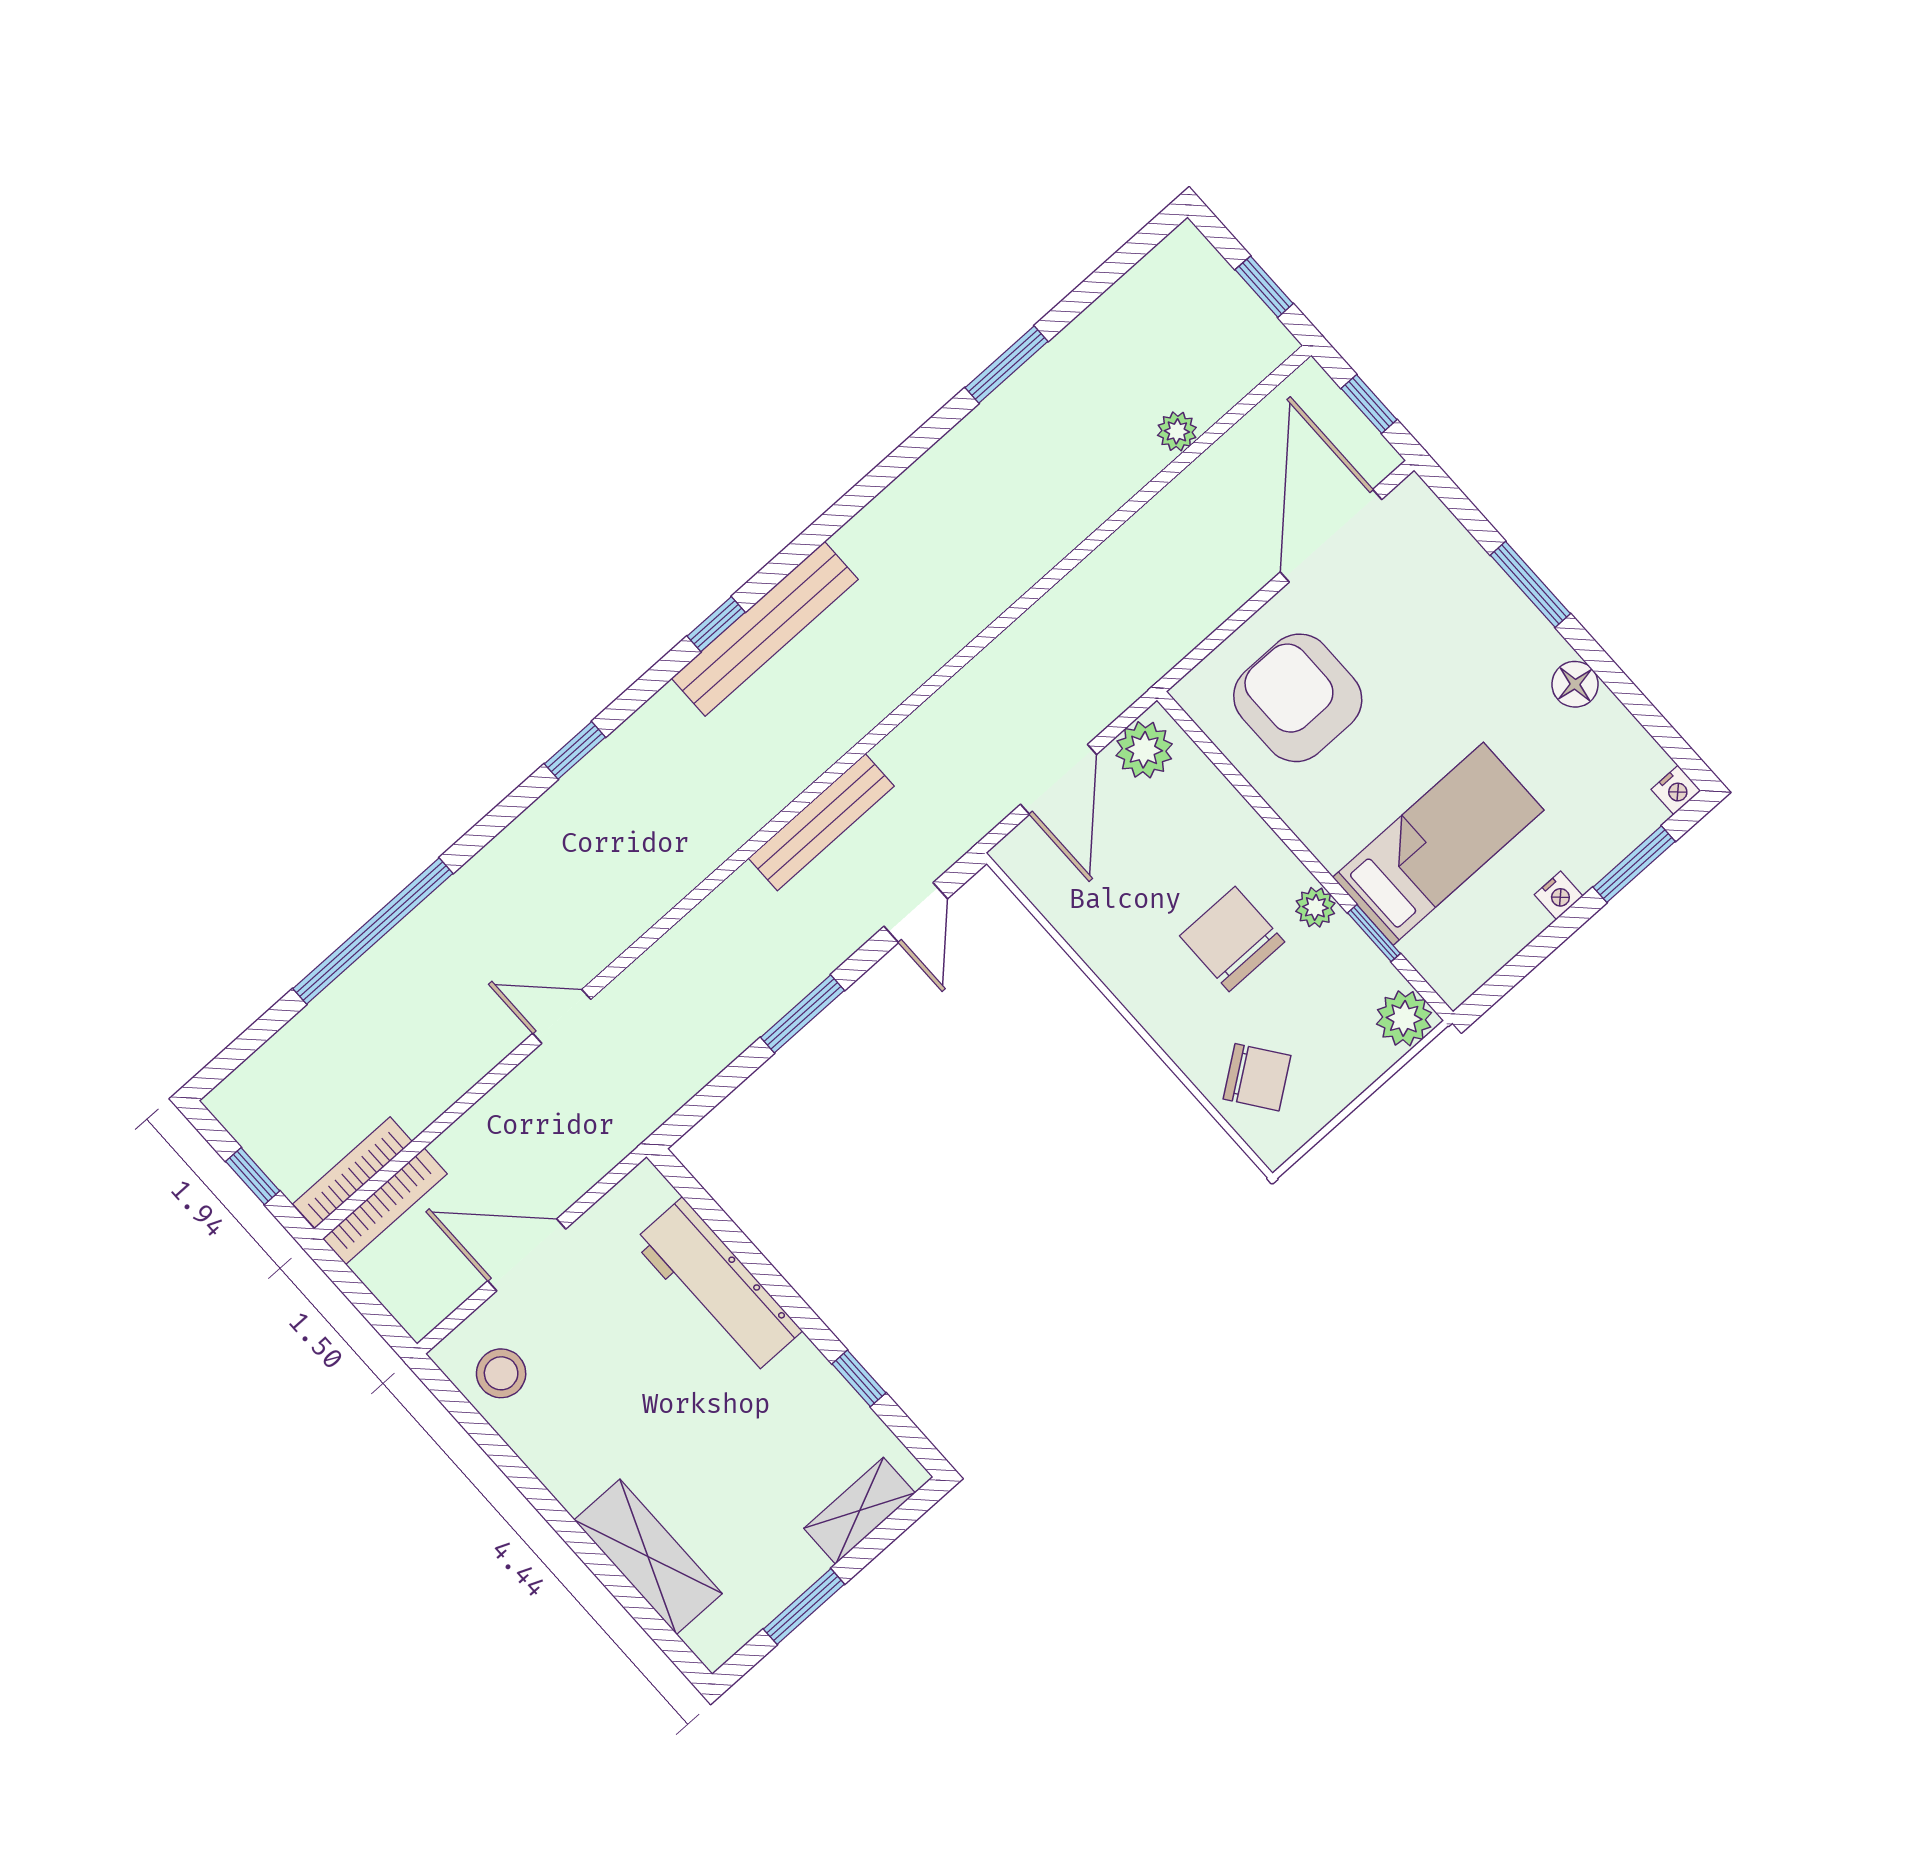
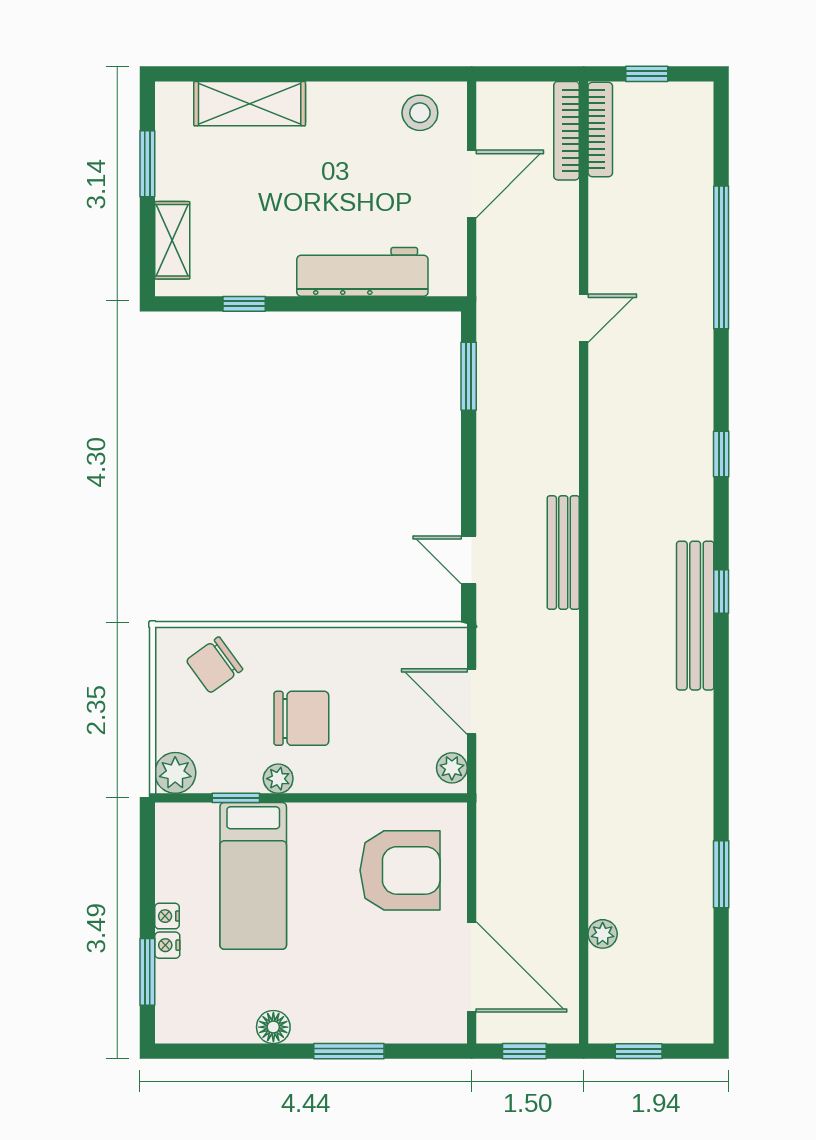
plant: (1144, 750) -> (452, 768), width x0.73, depth x0.73
nightstand: (1676, 790) -> (167, 945), moved
window: (802, 1014) -> (469, 376), moved

